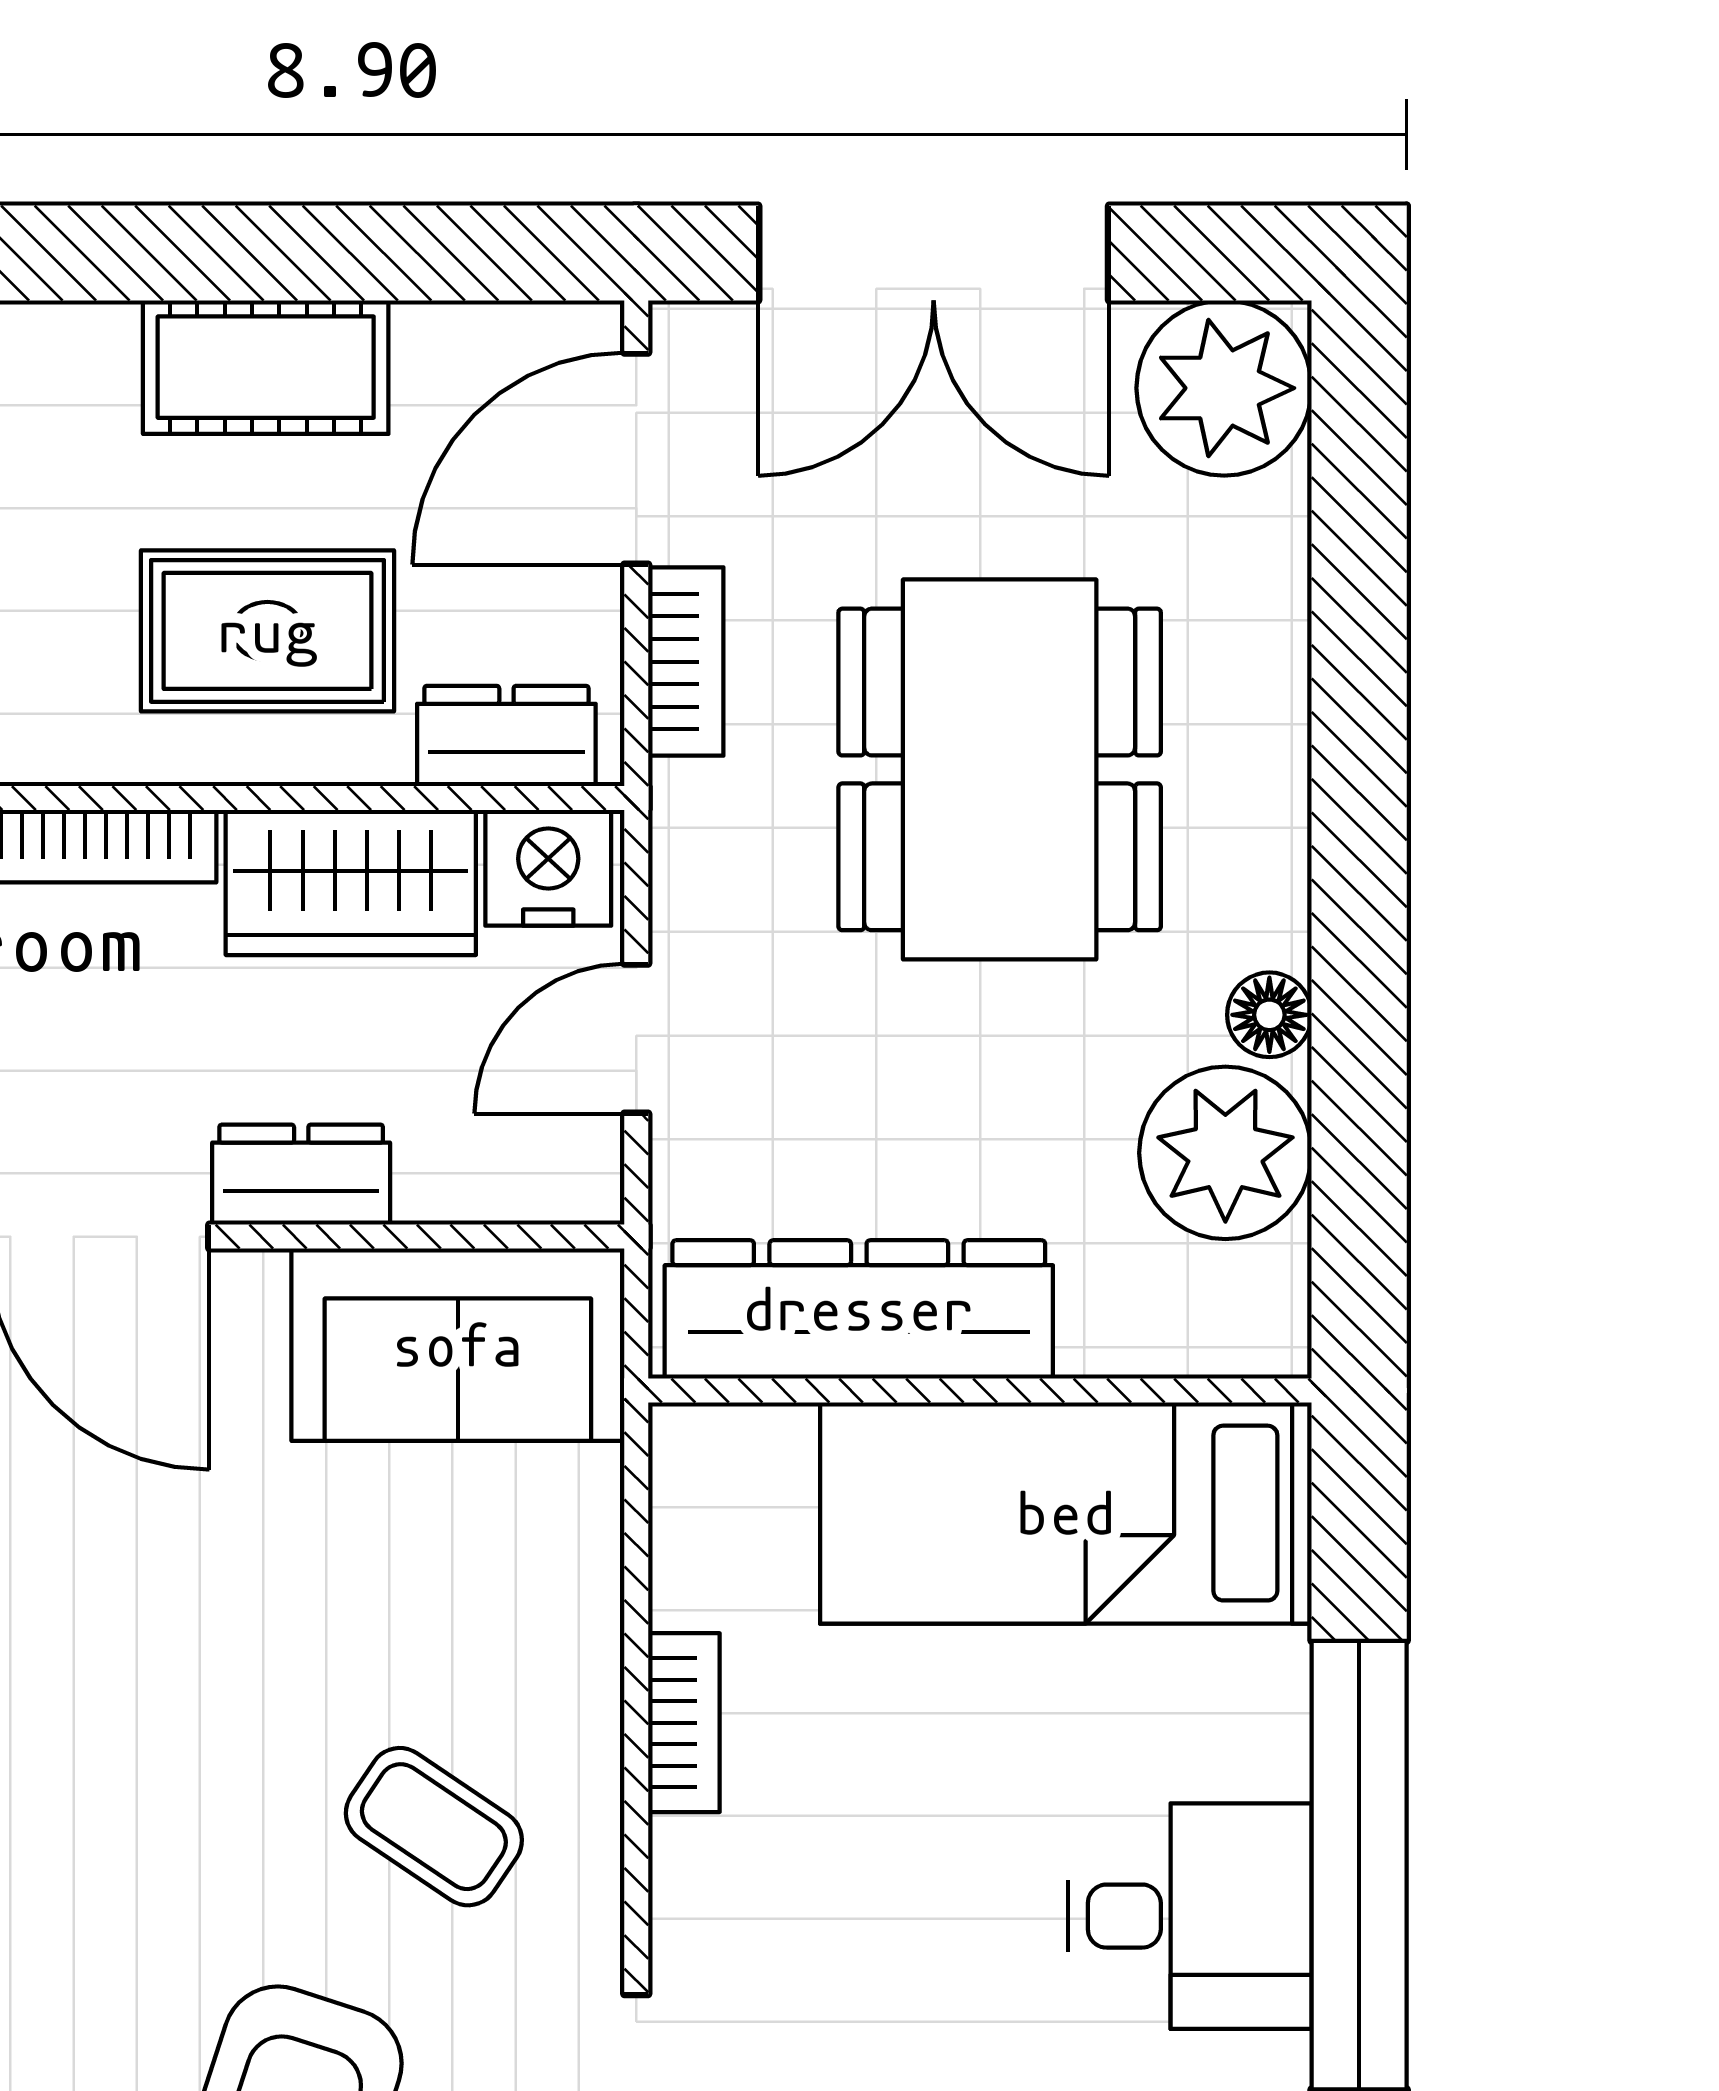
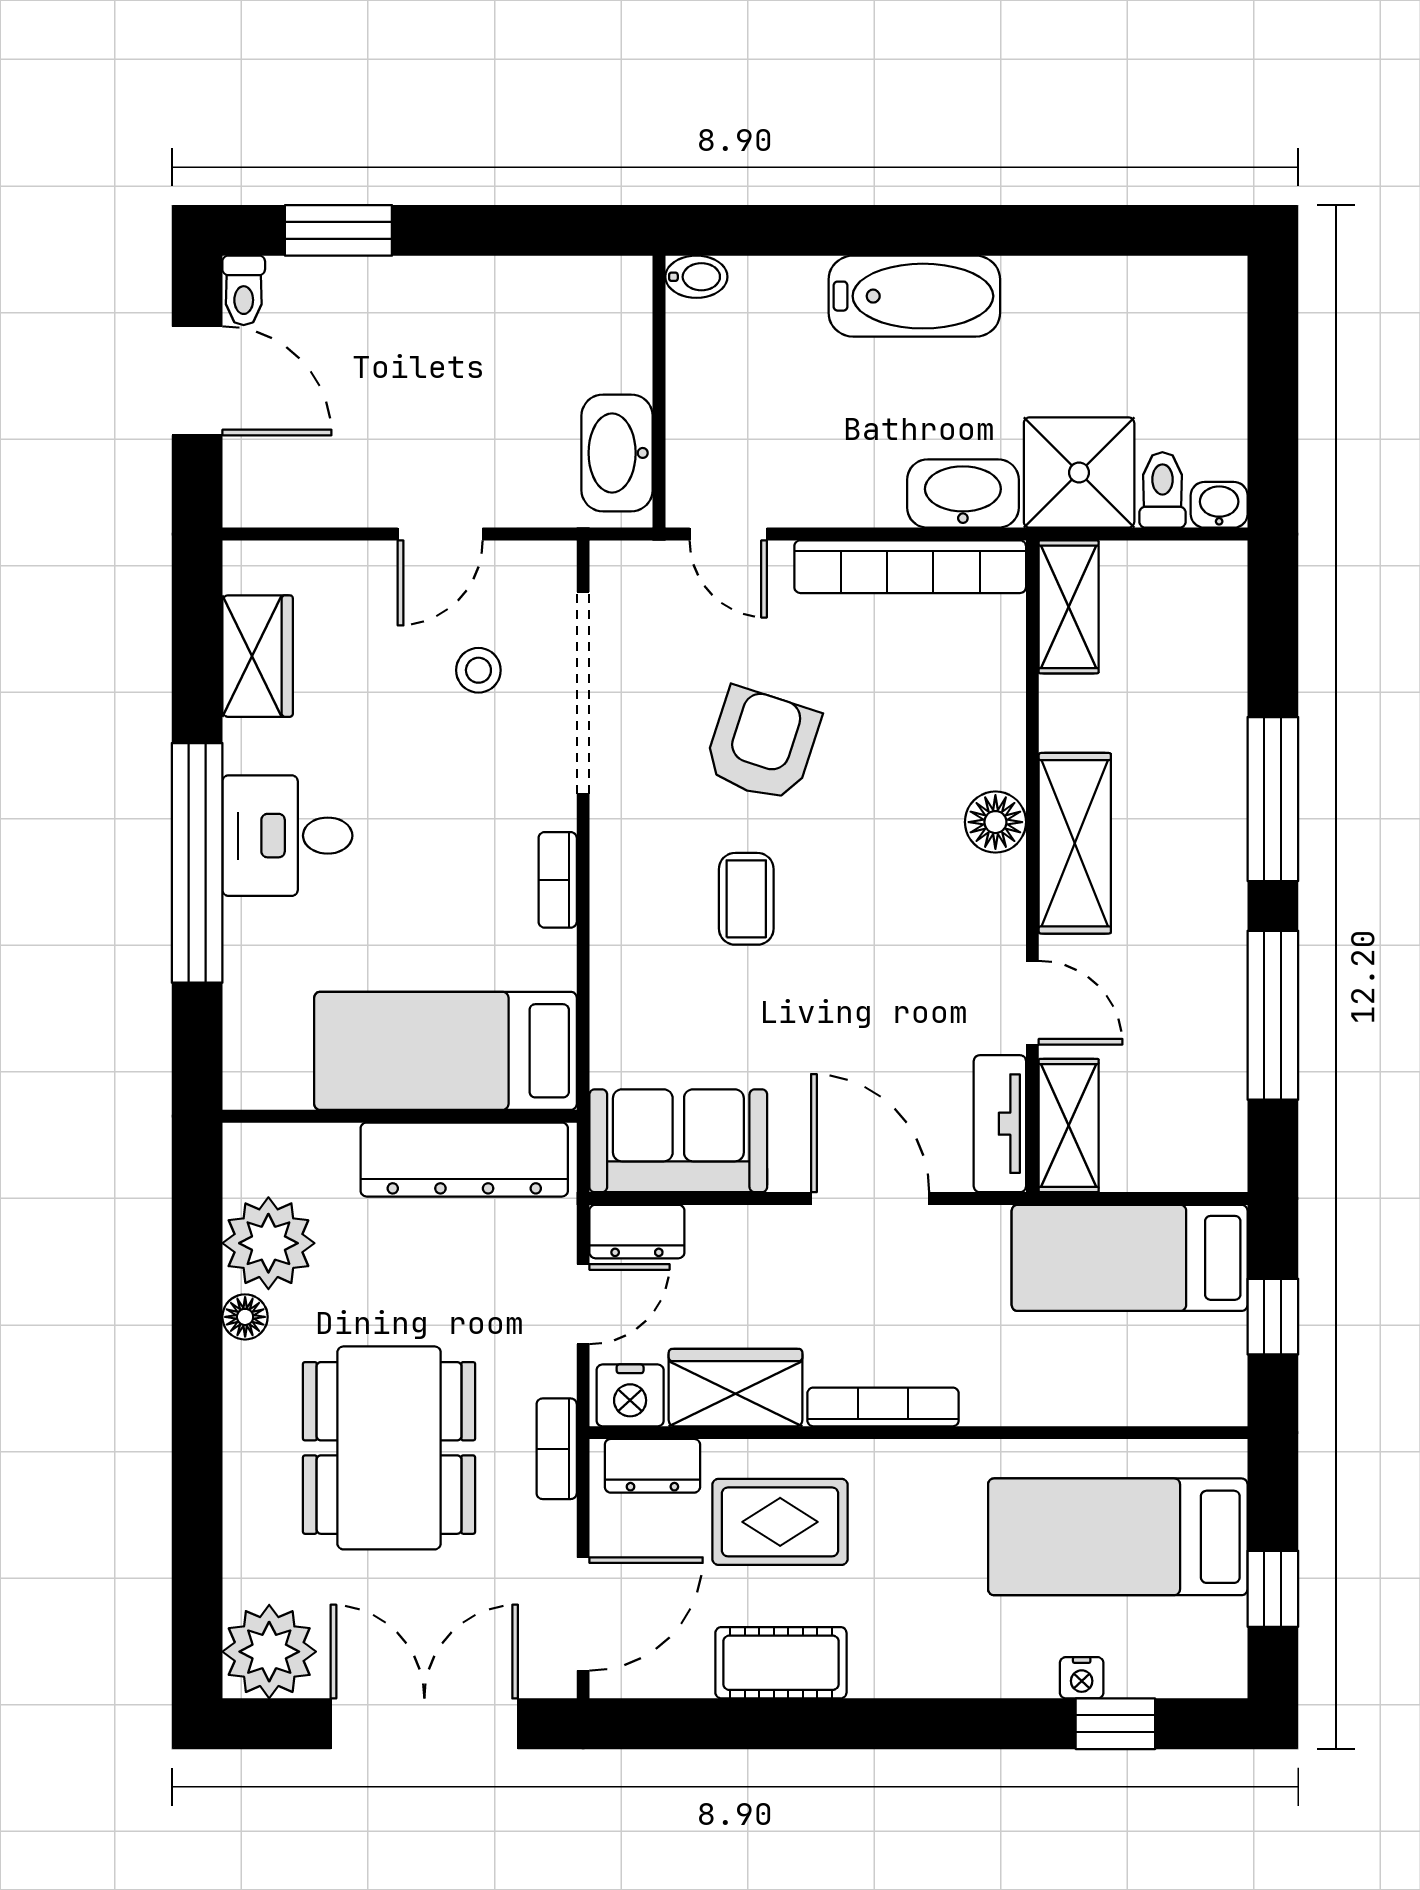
bookcase: (686, 662) -> (557, 1449), moved
dresser: (301, 1175) -> (637, 1232), moved
bed: (1066, 1513) -> (446, 1051), moved, turned 180
bookcase: (684, 1723) -> (558, 880), moved
coffee table: (434, 1827) -> (746, 899), moved, turned 56

